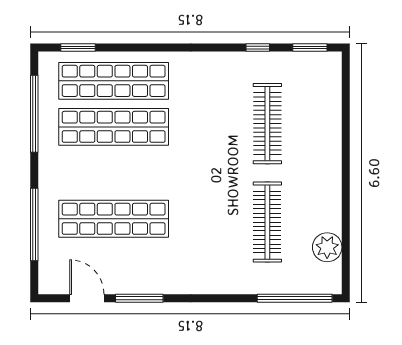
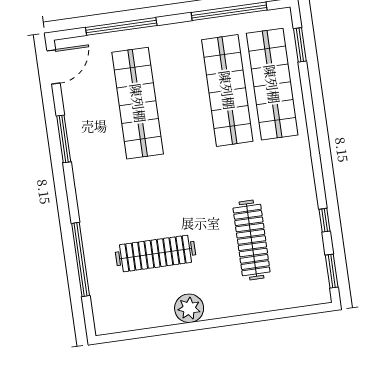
clothes rail: (267, 124) -> (252, 240), turned 90
plant: (327, 247) -> (189, 308), moved
door: (87, 298) -> (54, 67), moved
window: (295, 298) -> (81, 260), moved

